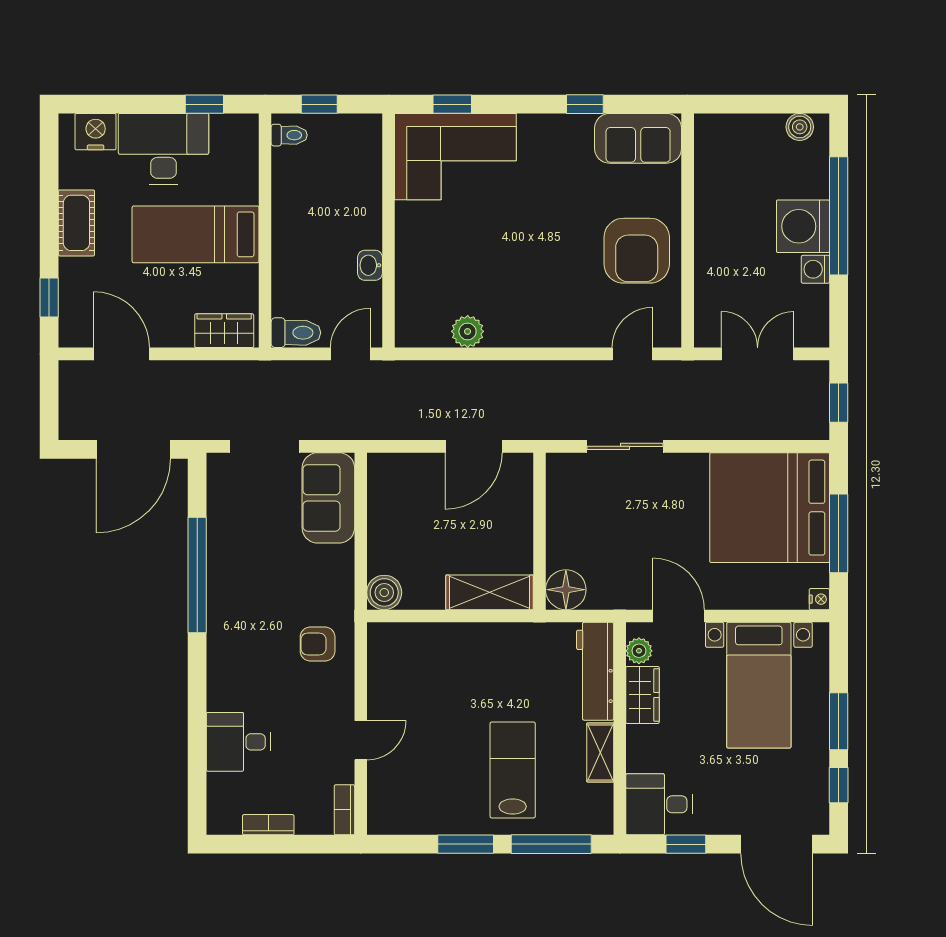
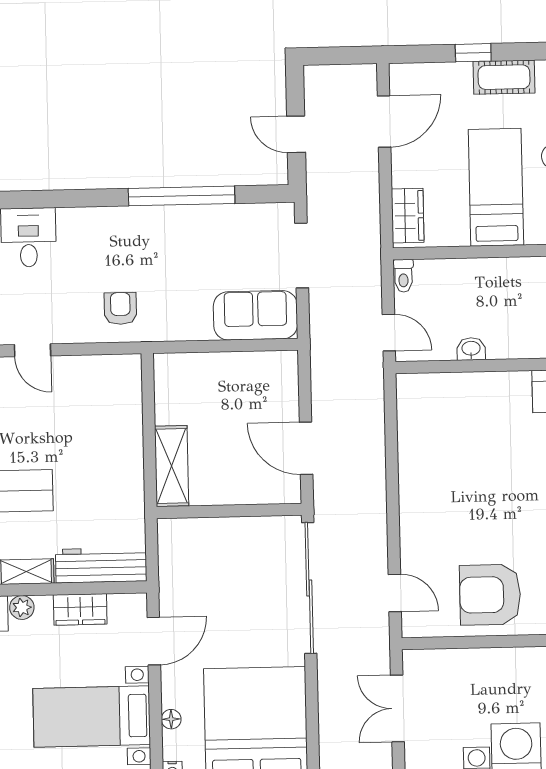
window: (49, 297) -> (473, 53), moved
plant: (468, 331) -> (412, 440), removed
toilet: (296, 333) -> (403, 276), width x0.73, depth x0.72
double door: (758, 354) -> (397, 708), swing flipped
sliding door: (625, 446) -> (309, 588), width x1.86
door: (133, 449) -> (296, 134), width x0.53
floor lamp: (566, 590) -> (171, 719), moved, width x0.53, depth x0.53
boiler: (384, 592) -> (169, 369), removed
plant: (639, 651) -> (22, 607), moved

